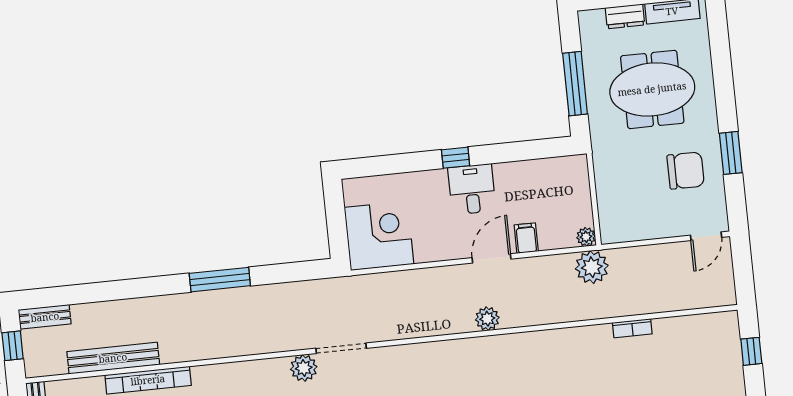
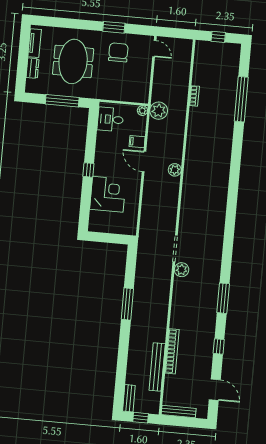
desk: (472, 189) -> (110, 119), moved
corner desk: (379, 236) -> (108, 194), moved, turned 90

